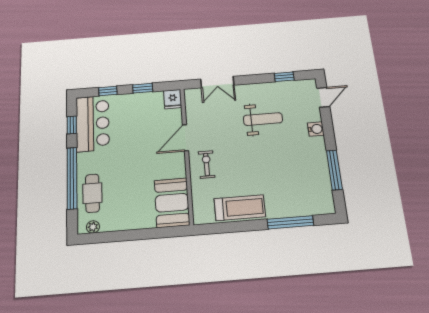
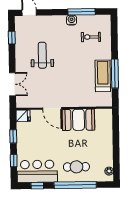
water cooler: (316, 129) -> (72, 20), moved
exercise bike: (207, 164) -> (91, 37), moved
cafe table: (92, 193) -> (76, 167), moved
booth: (172, 203) -> (78, 120), moved
window: (290, 222) -> (115, 74), moved

